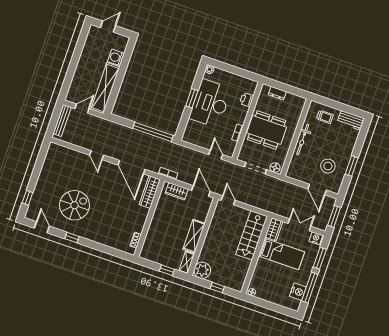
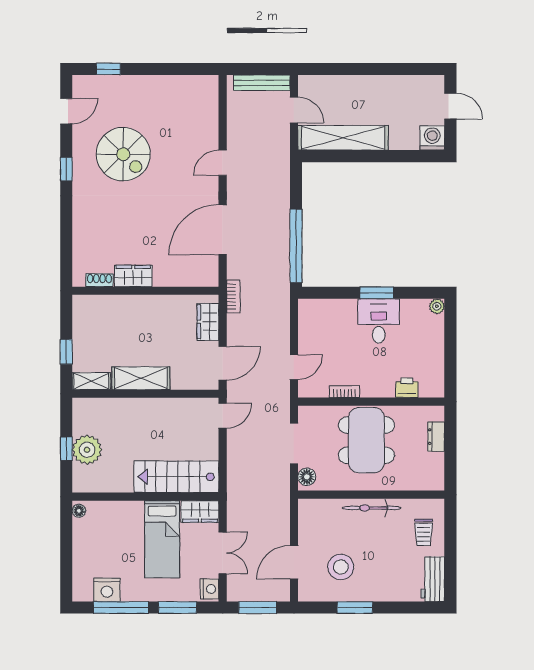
washing machine: (116, 57) -> (432, 138), moved
desk: (210, 104) -> (379, 321), width x0.53, depth x0.77
wardrobe: (150, 192) -> (133, 276), moved, width x0.67
plant: (202, 270) -> (87, 450), moved

